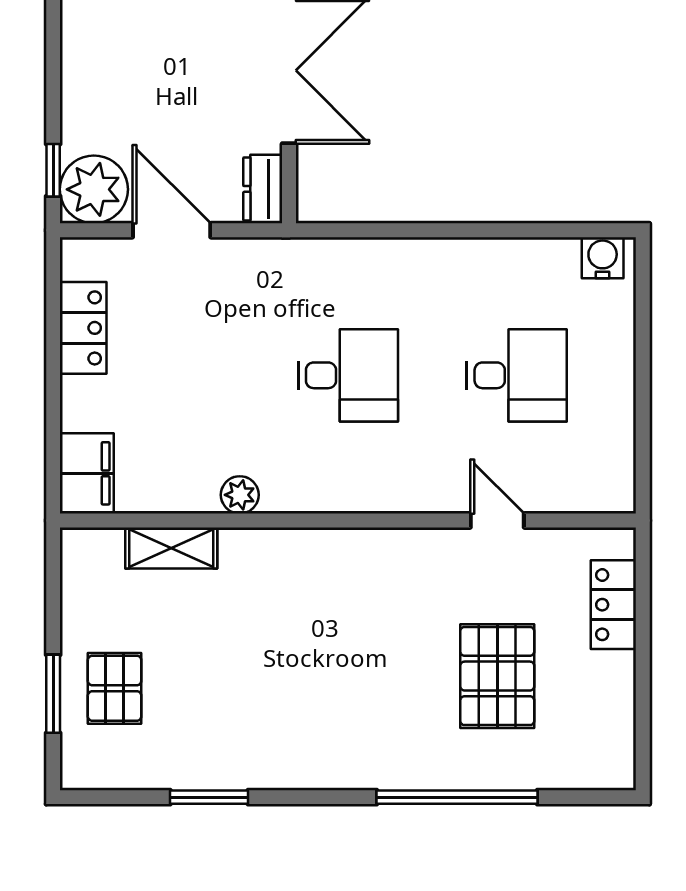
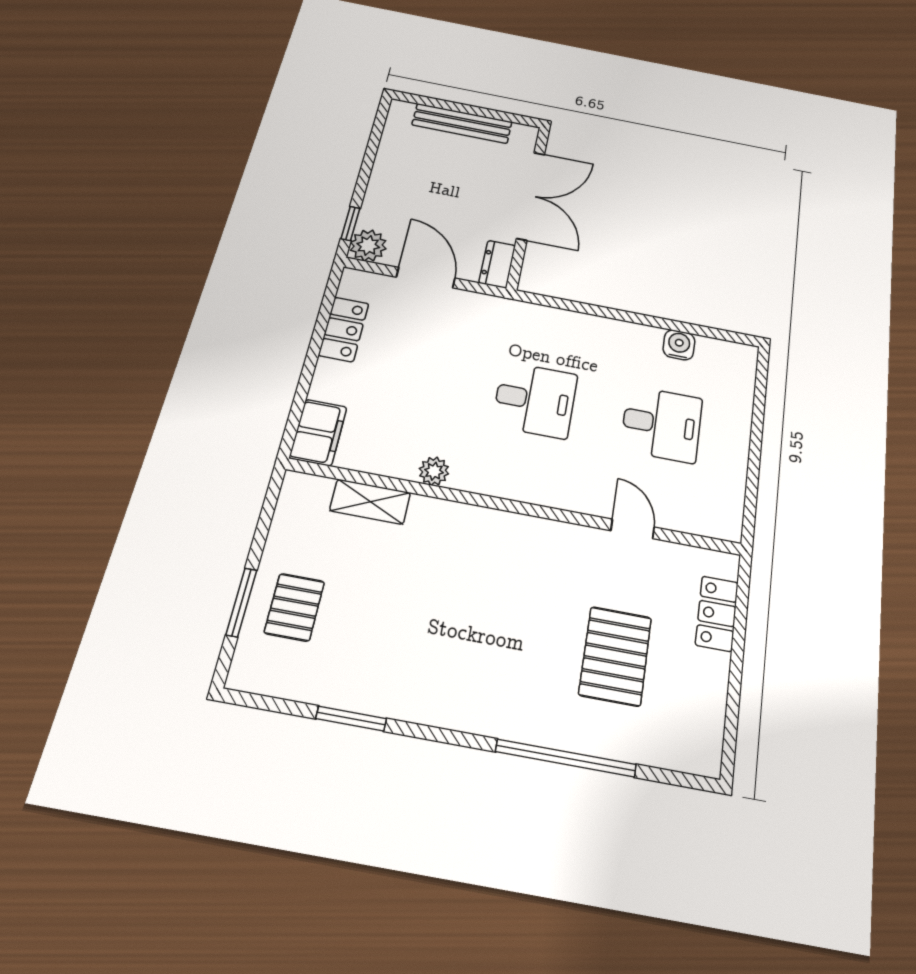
plant: (94, 189) -> (368, 245), width x0.73, depth x0.73
water cooler: (603, 258) -> (679, 345), moved

